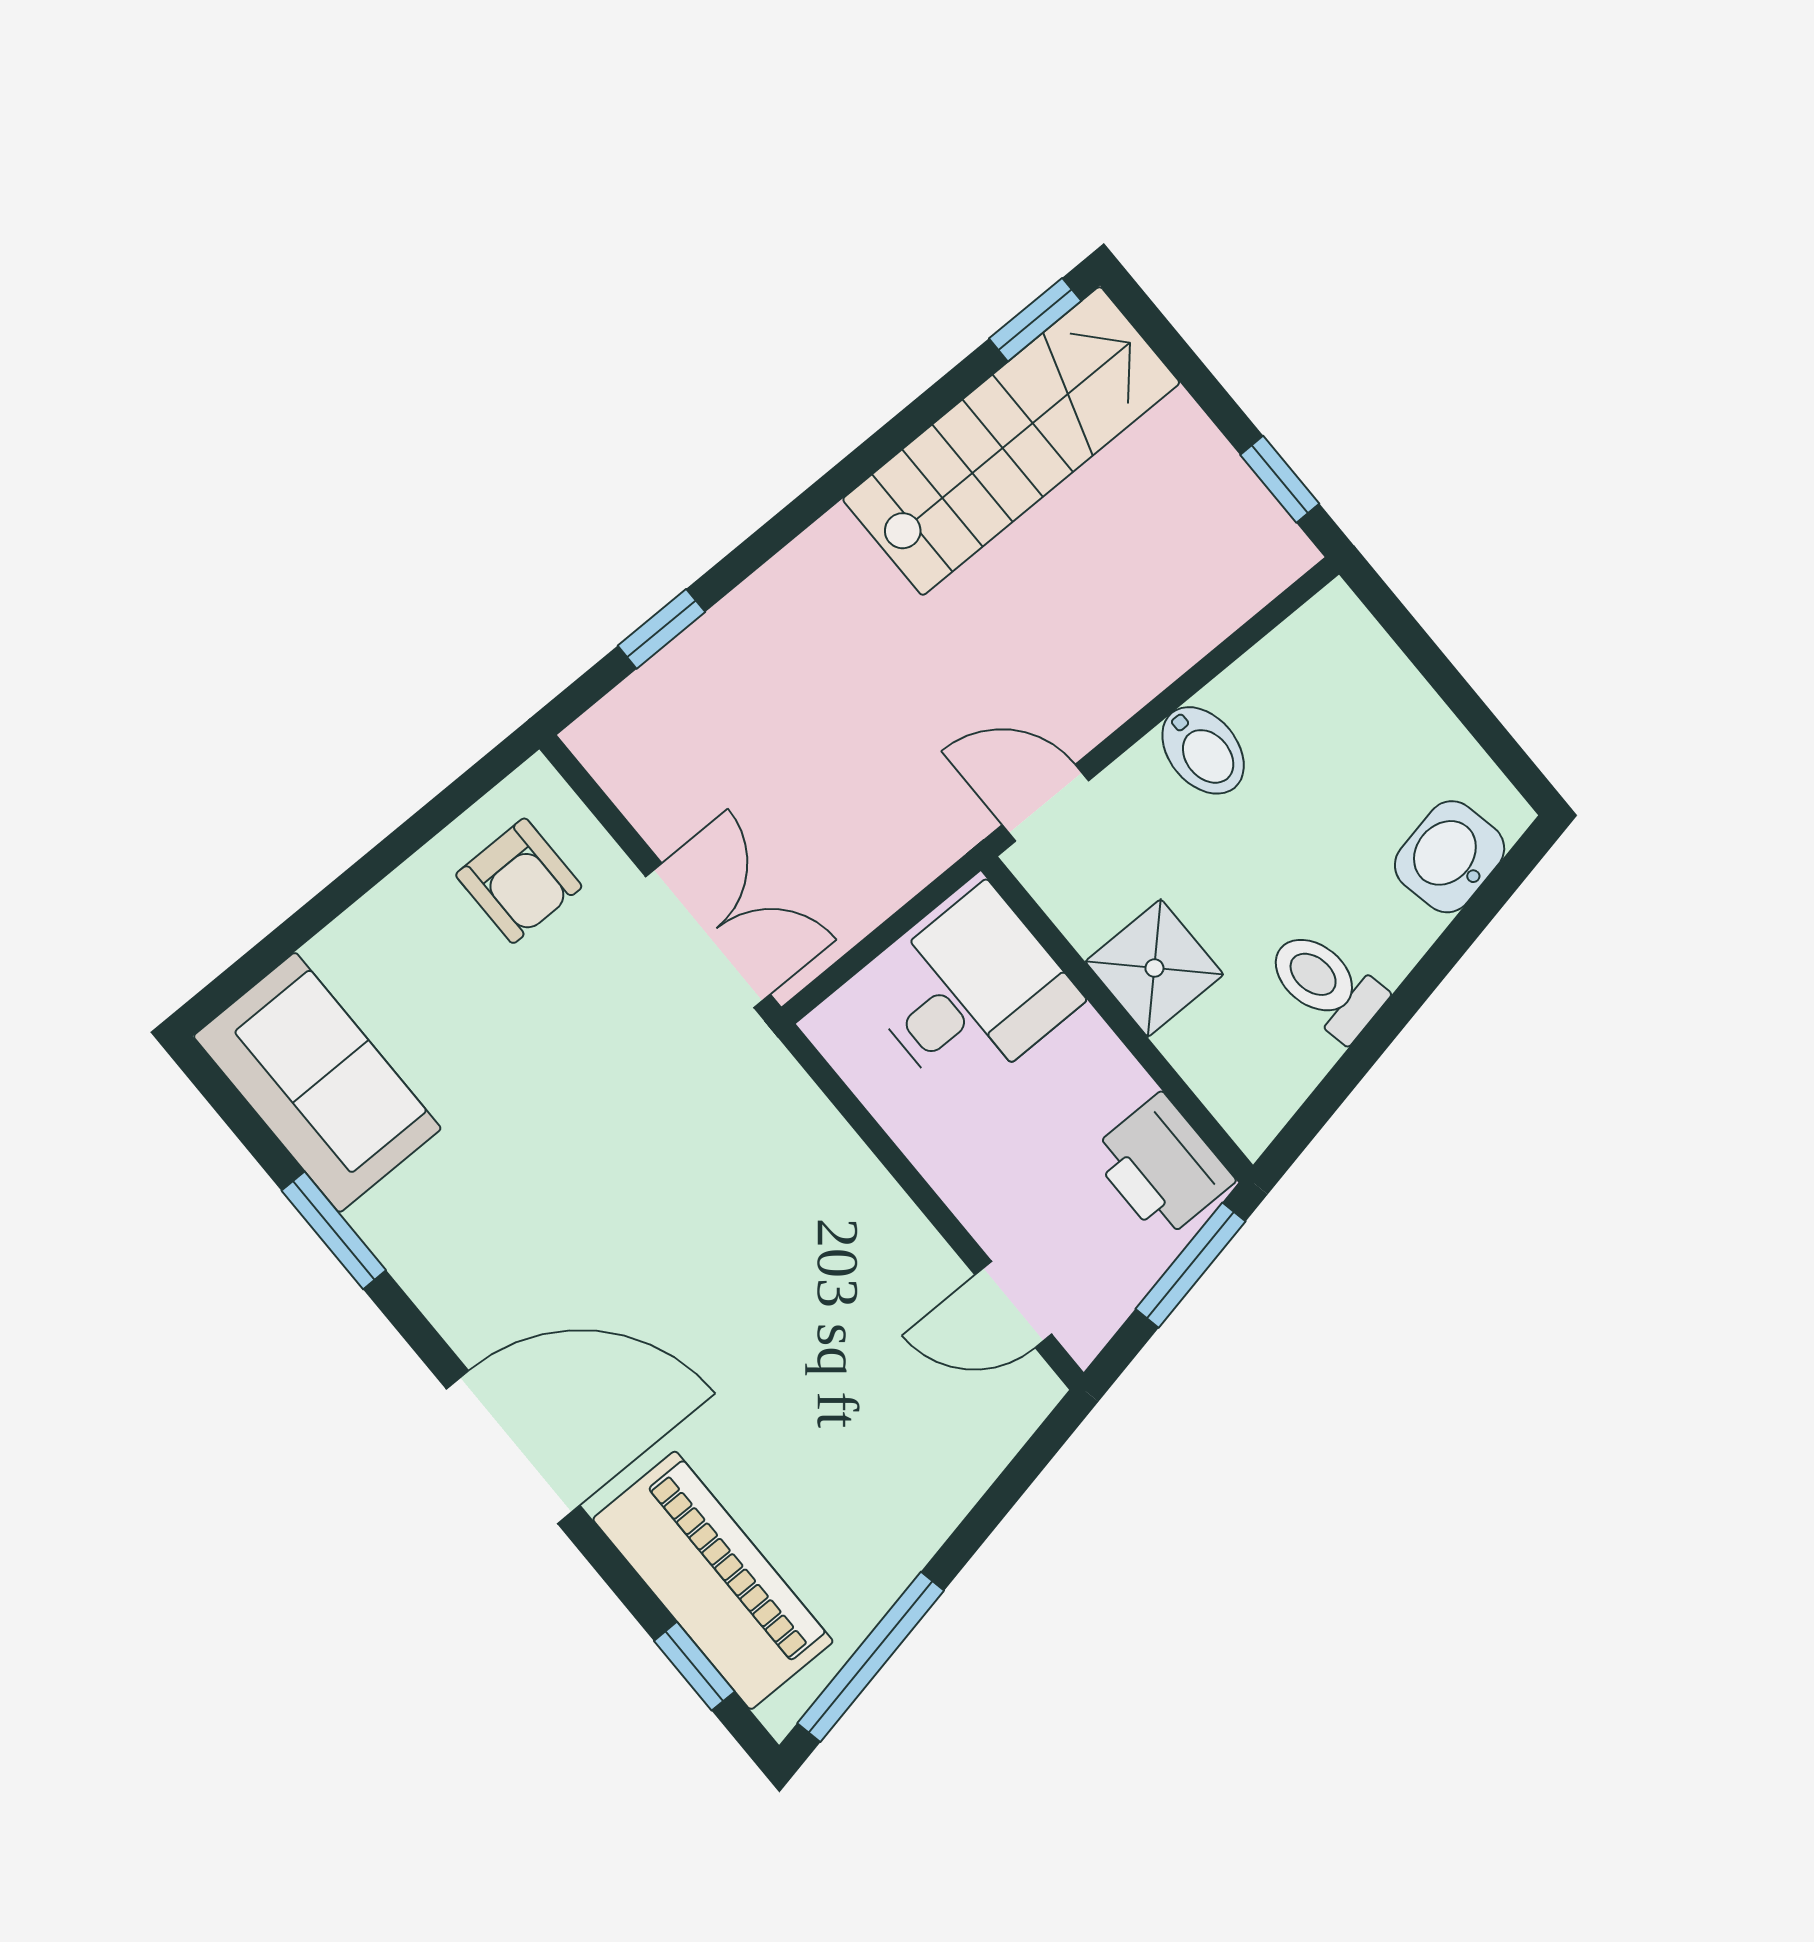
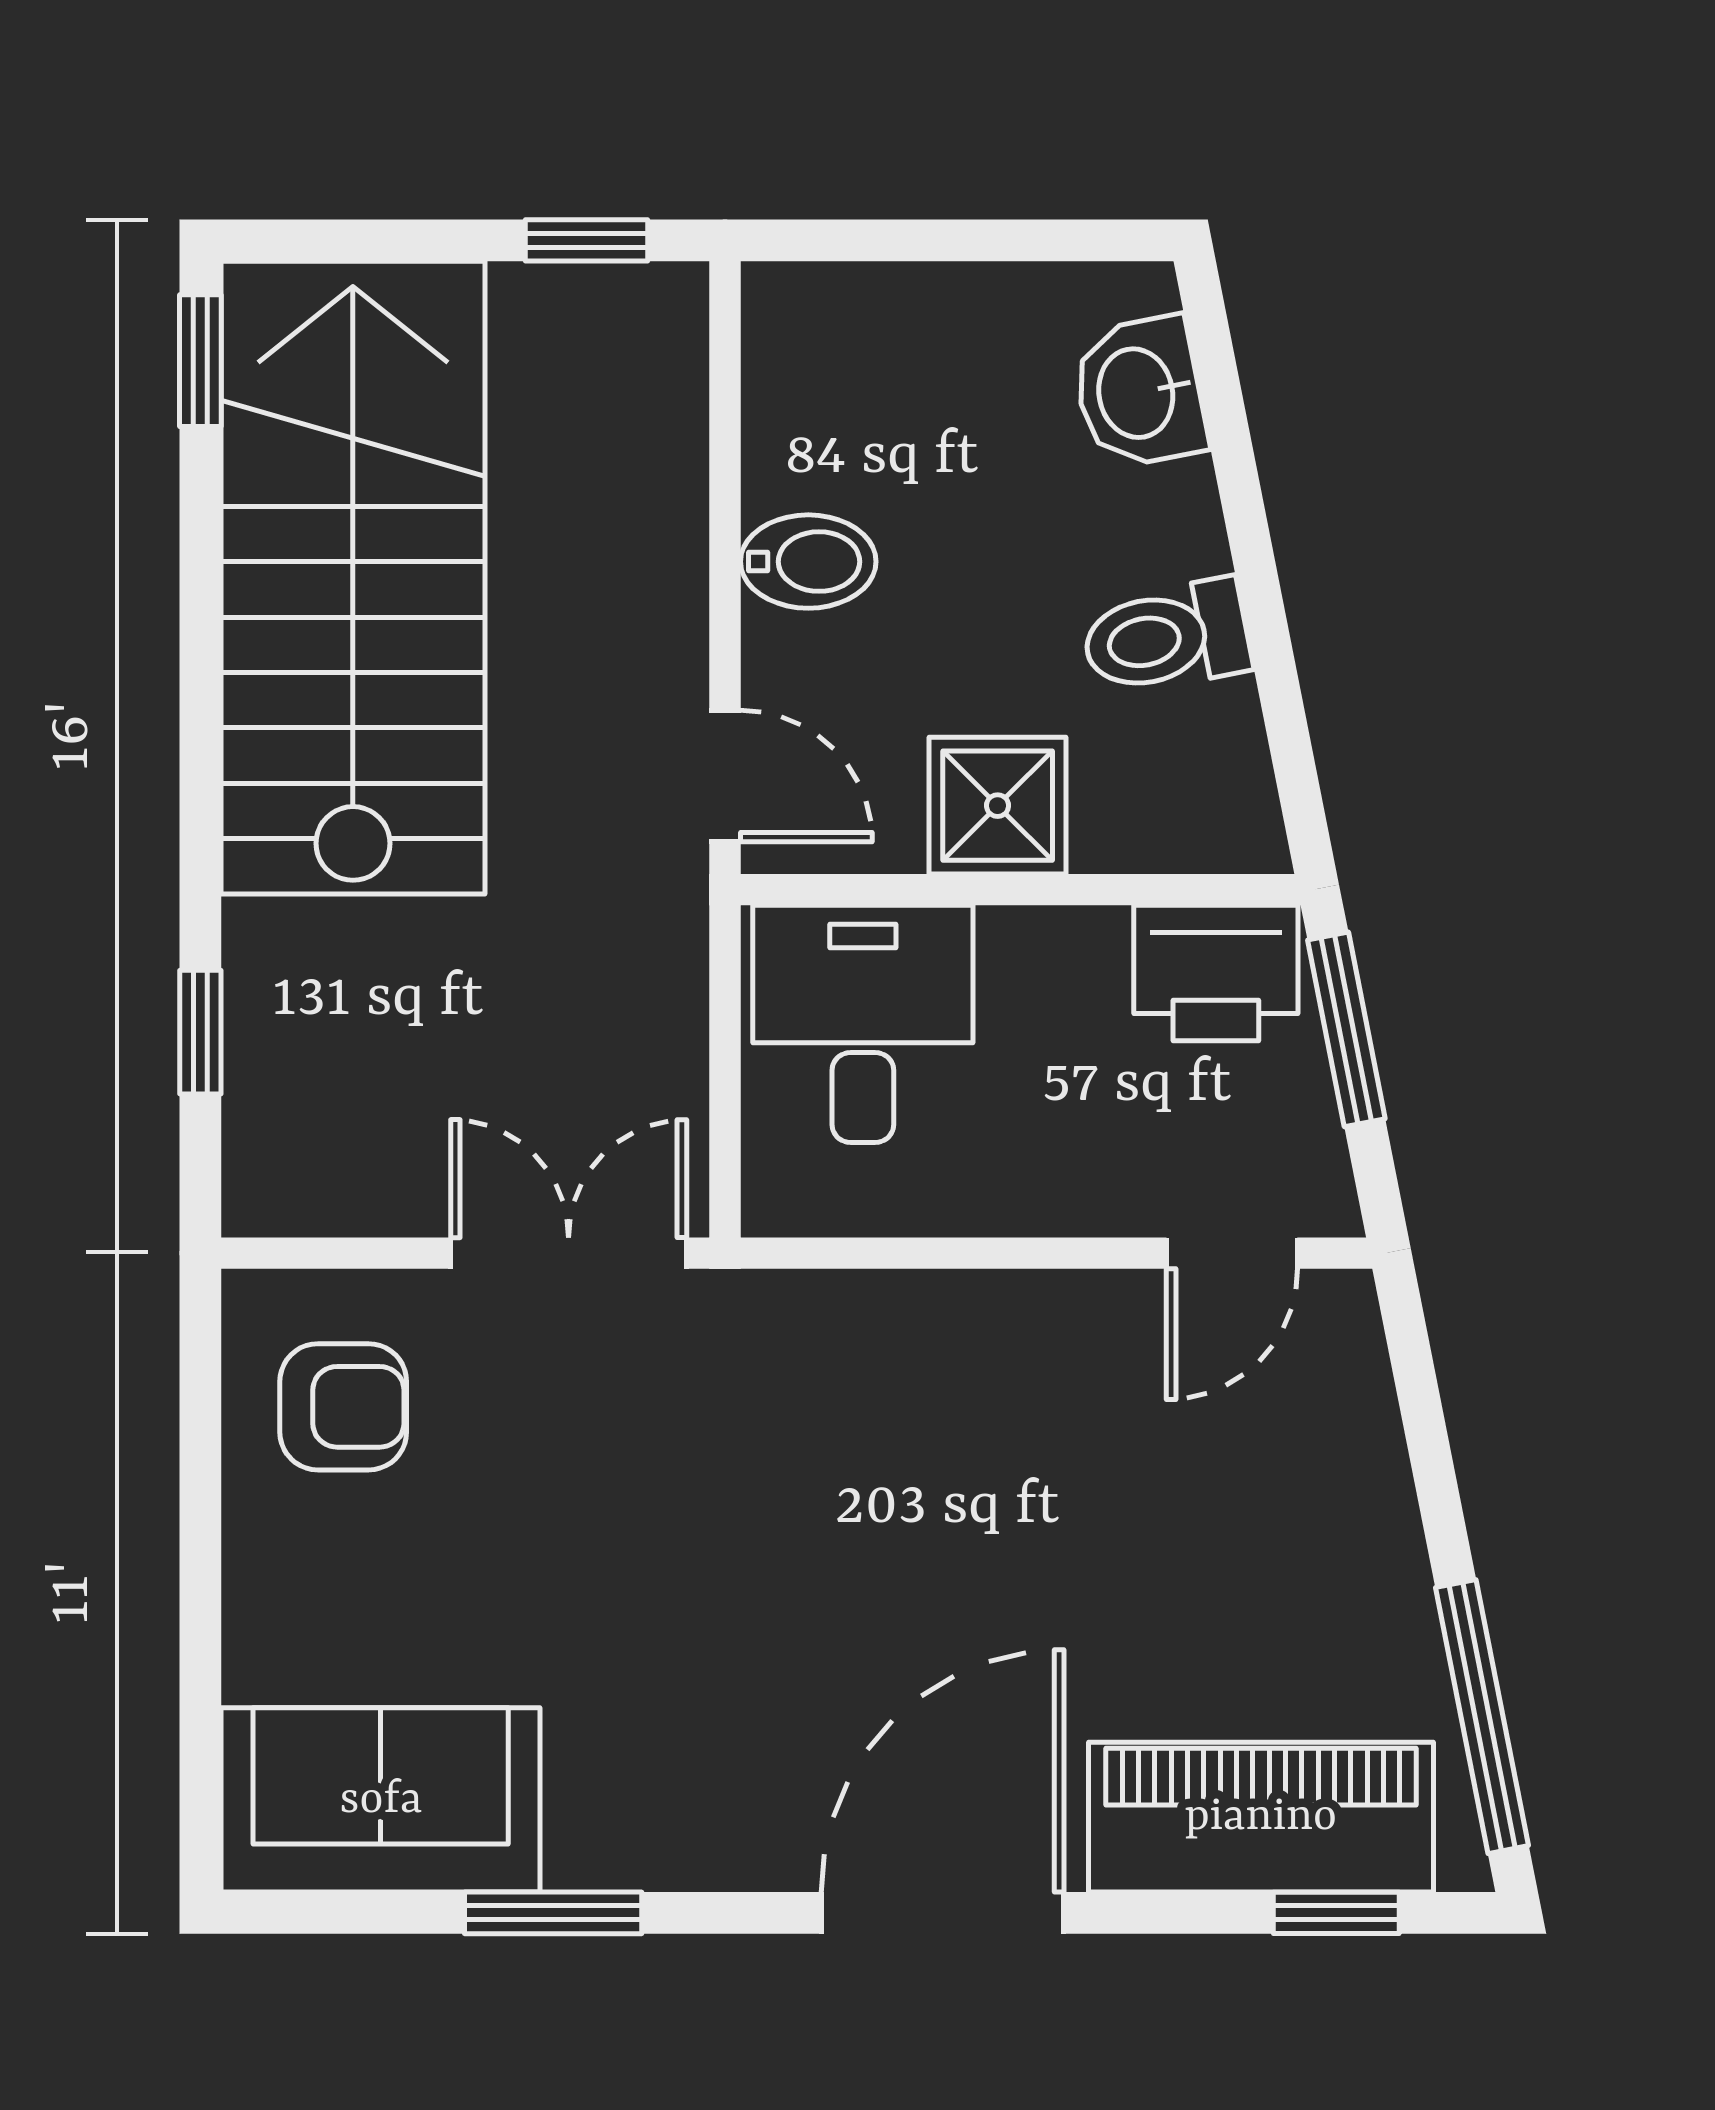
stairs: (1011, 441) -> (353, 578), width x1.36, depth x1.51
door: (1045, 803) -> (725, 776), swing flipped

